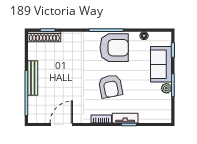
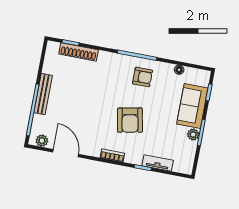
shoe rack: (44, 37) -> (79, 52), moved
armchair: (114, 48) -> (142, 77), width x0.53, depth x0.53
plant: (39, 118) -> (42, 141), added
tv unit: (125, 118) -> (158, 163), moved
door: (61, 124) -> (66, 153), hinge flipped

